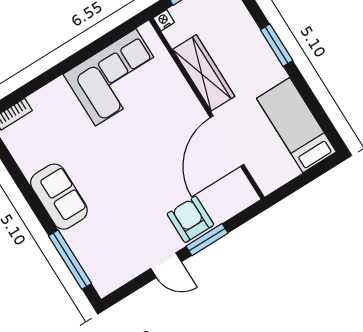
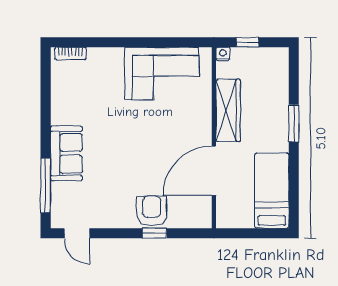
sofa: (59, 197) -> (66, 153), moved
window: (207, 240) -> (155, 233), width x0.67
door: (166, 265) -> (77, 233), moved

